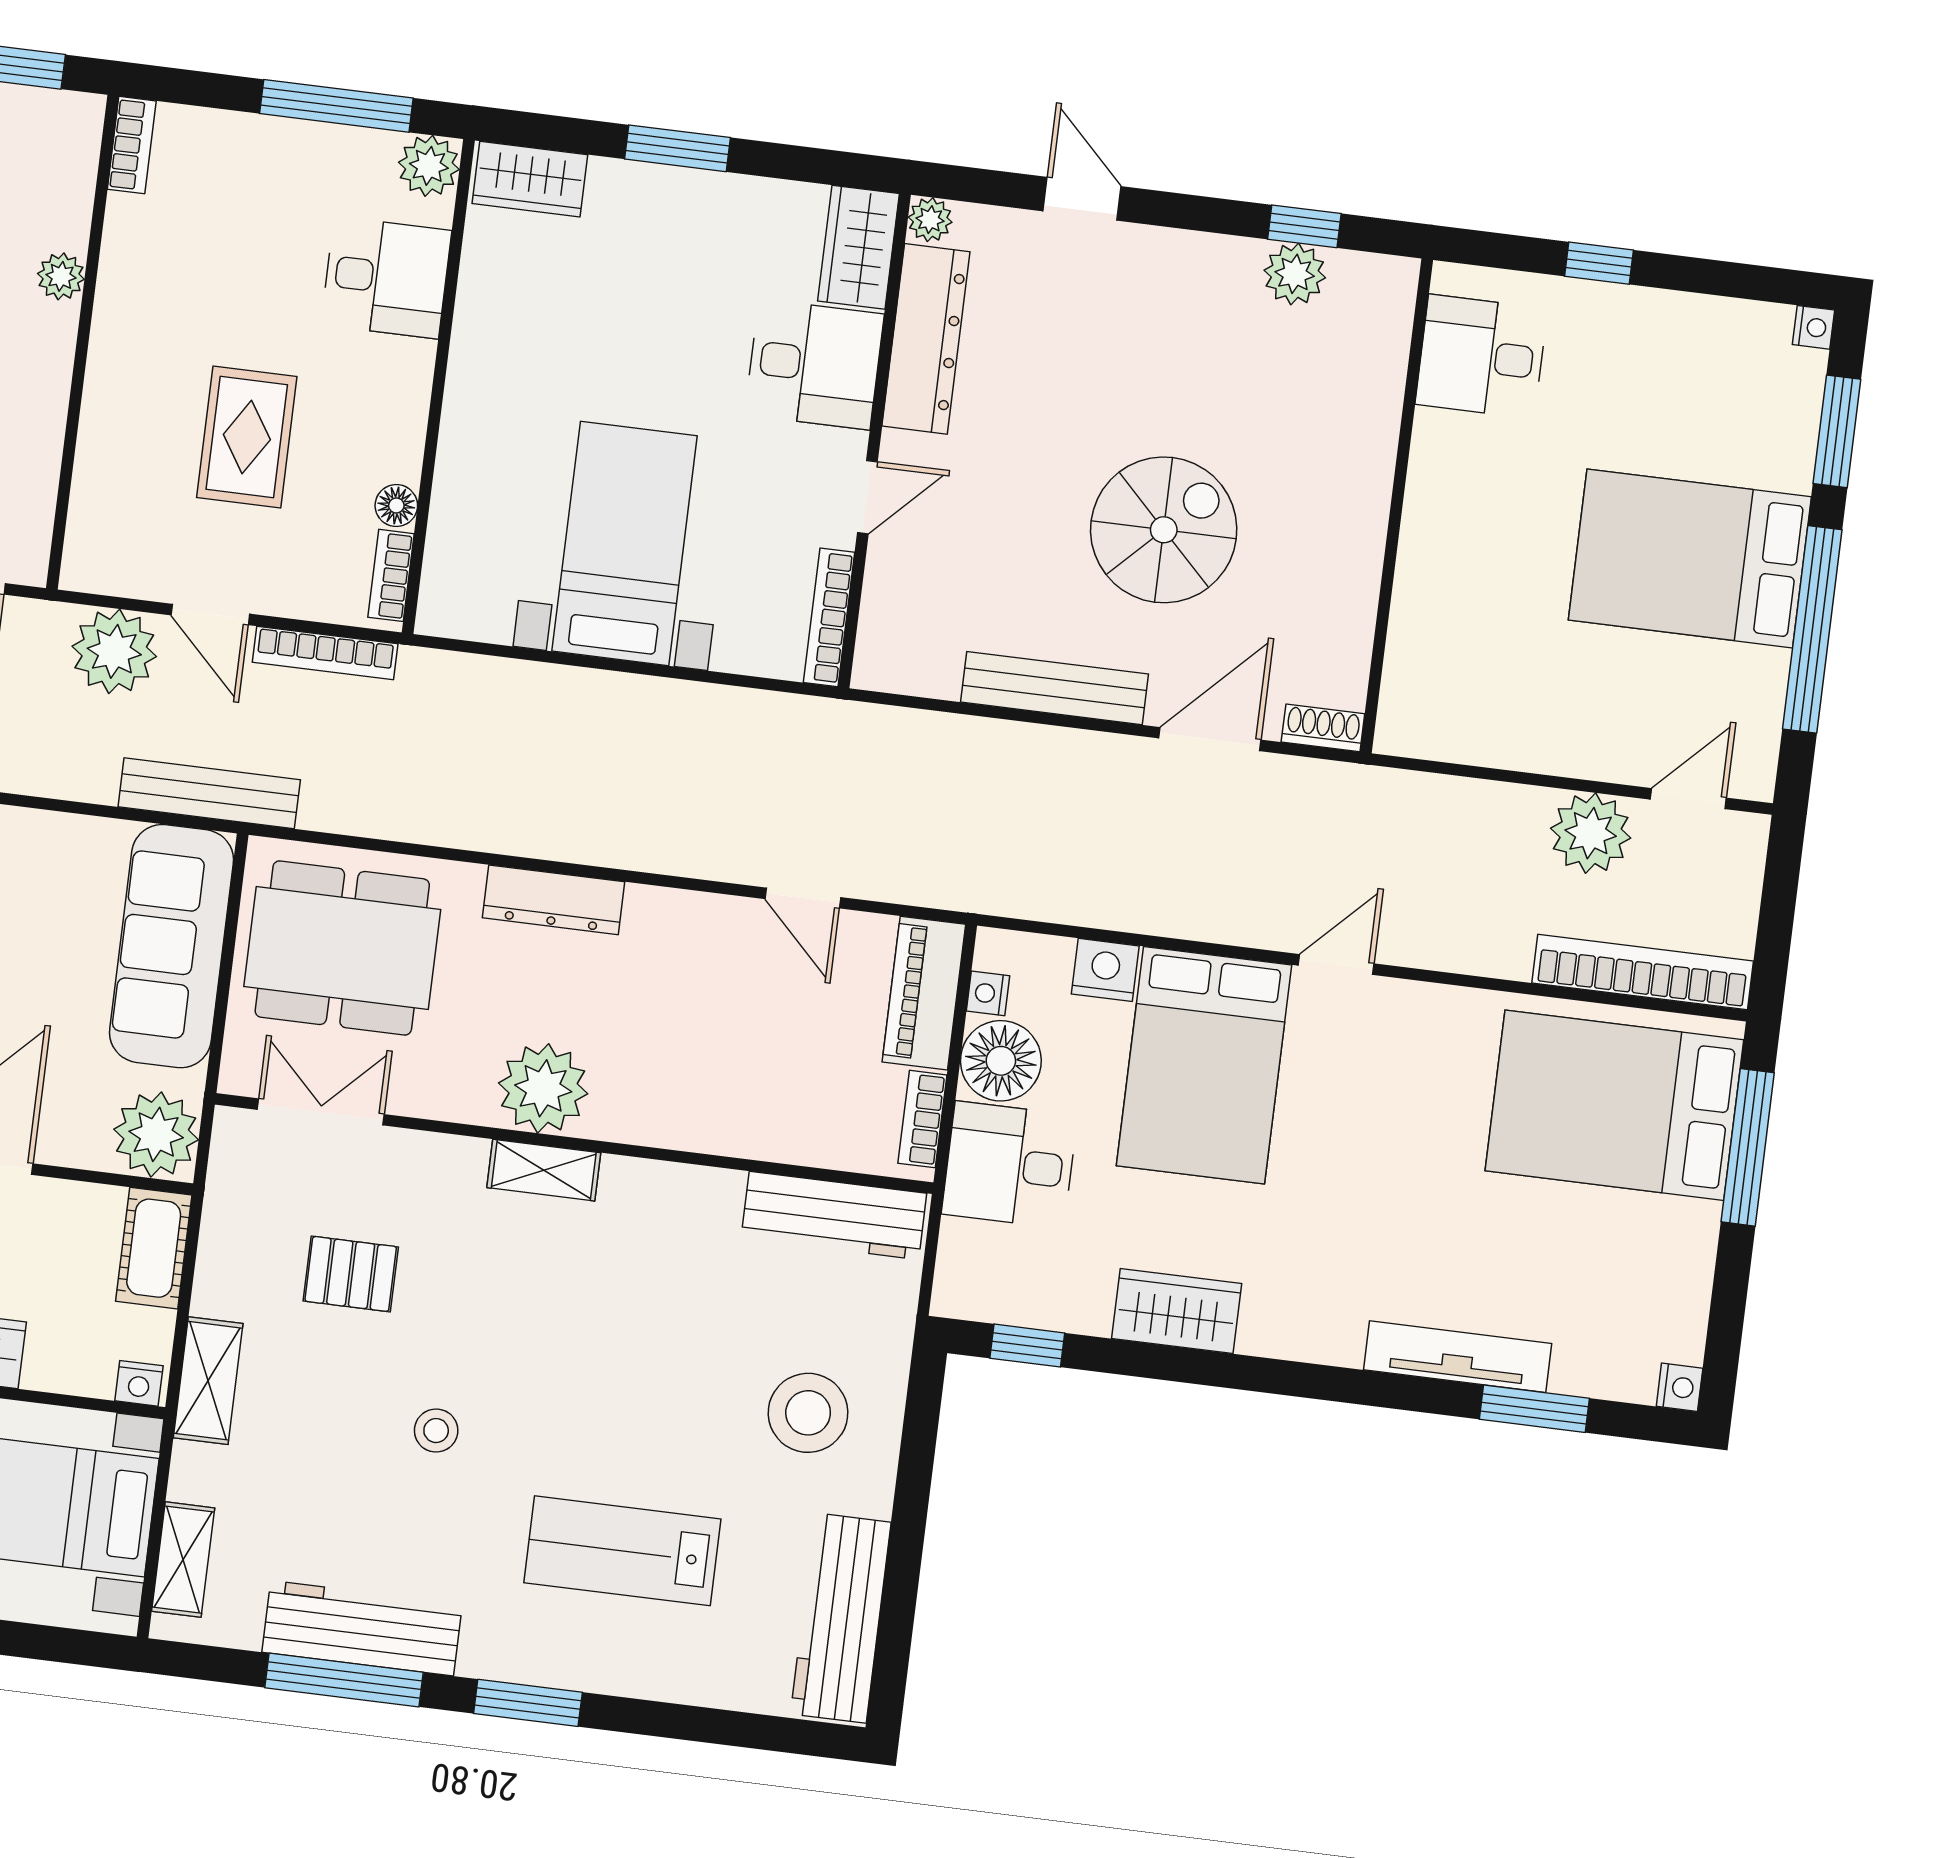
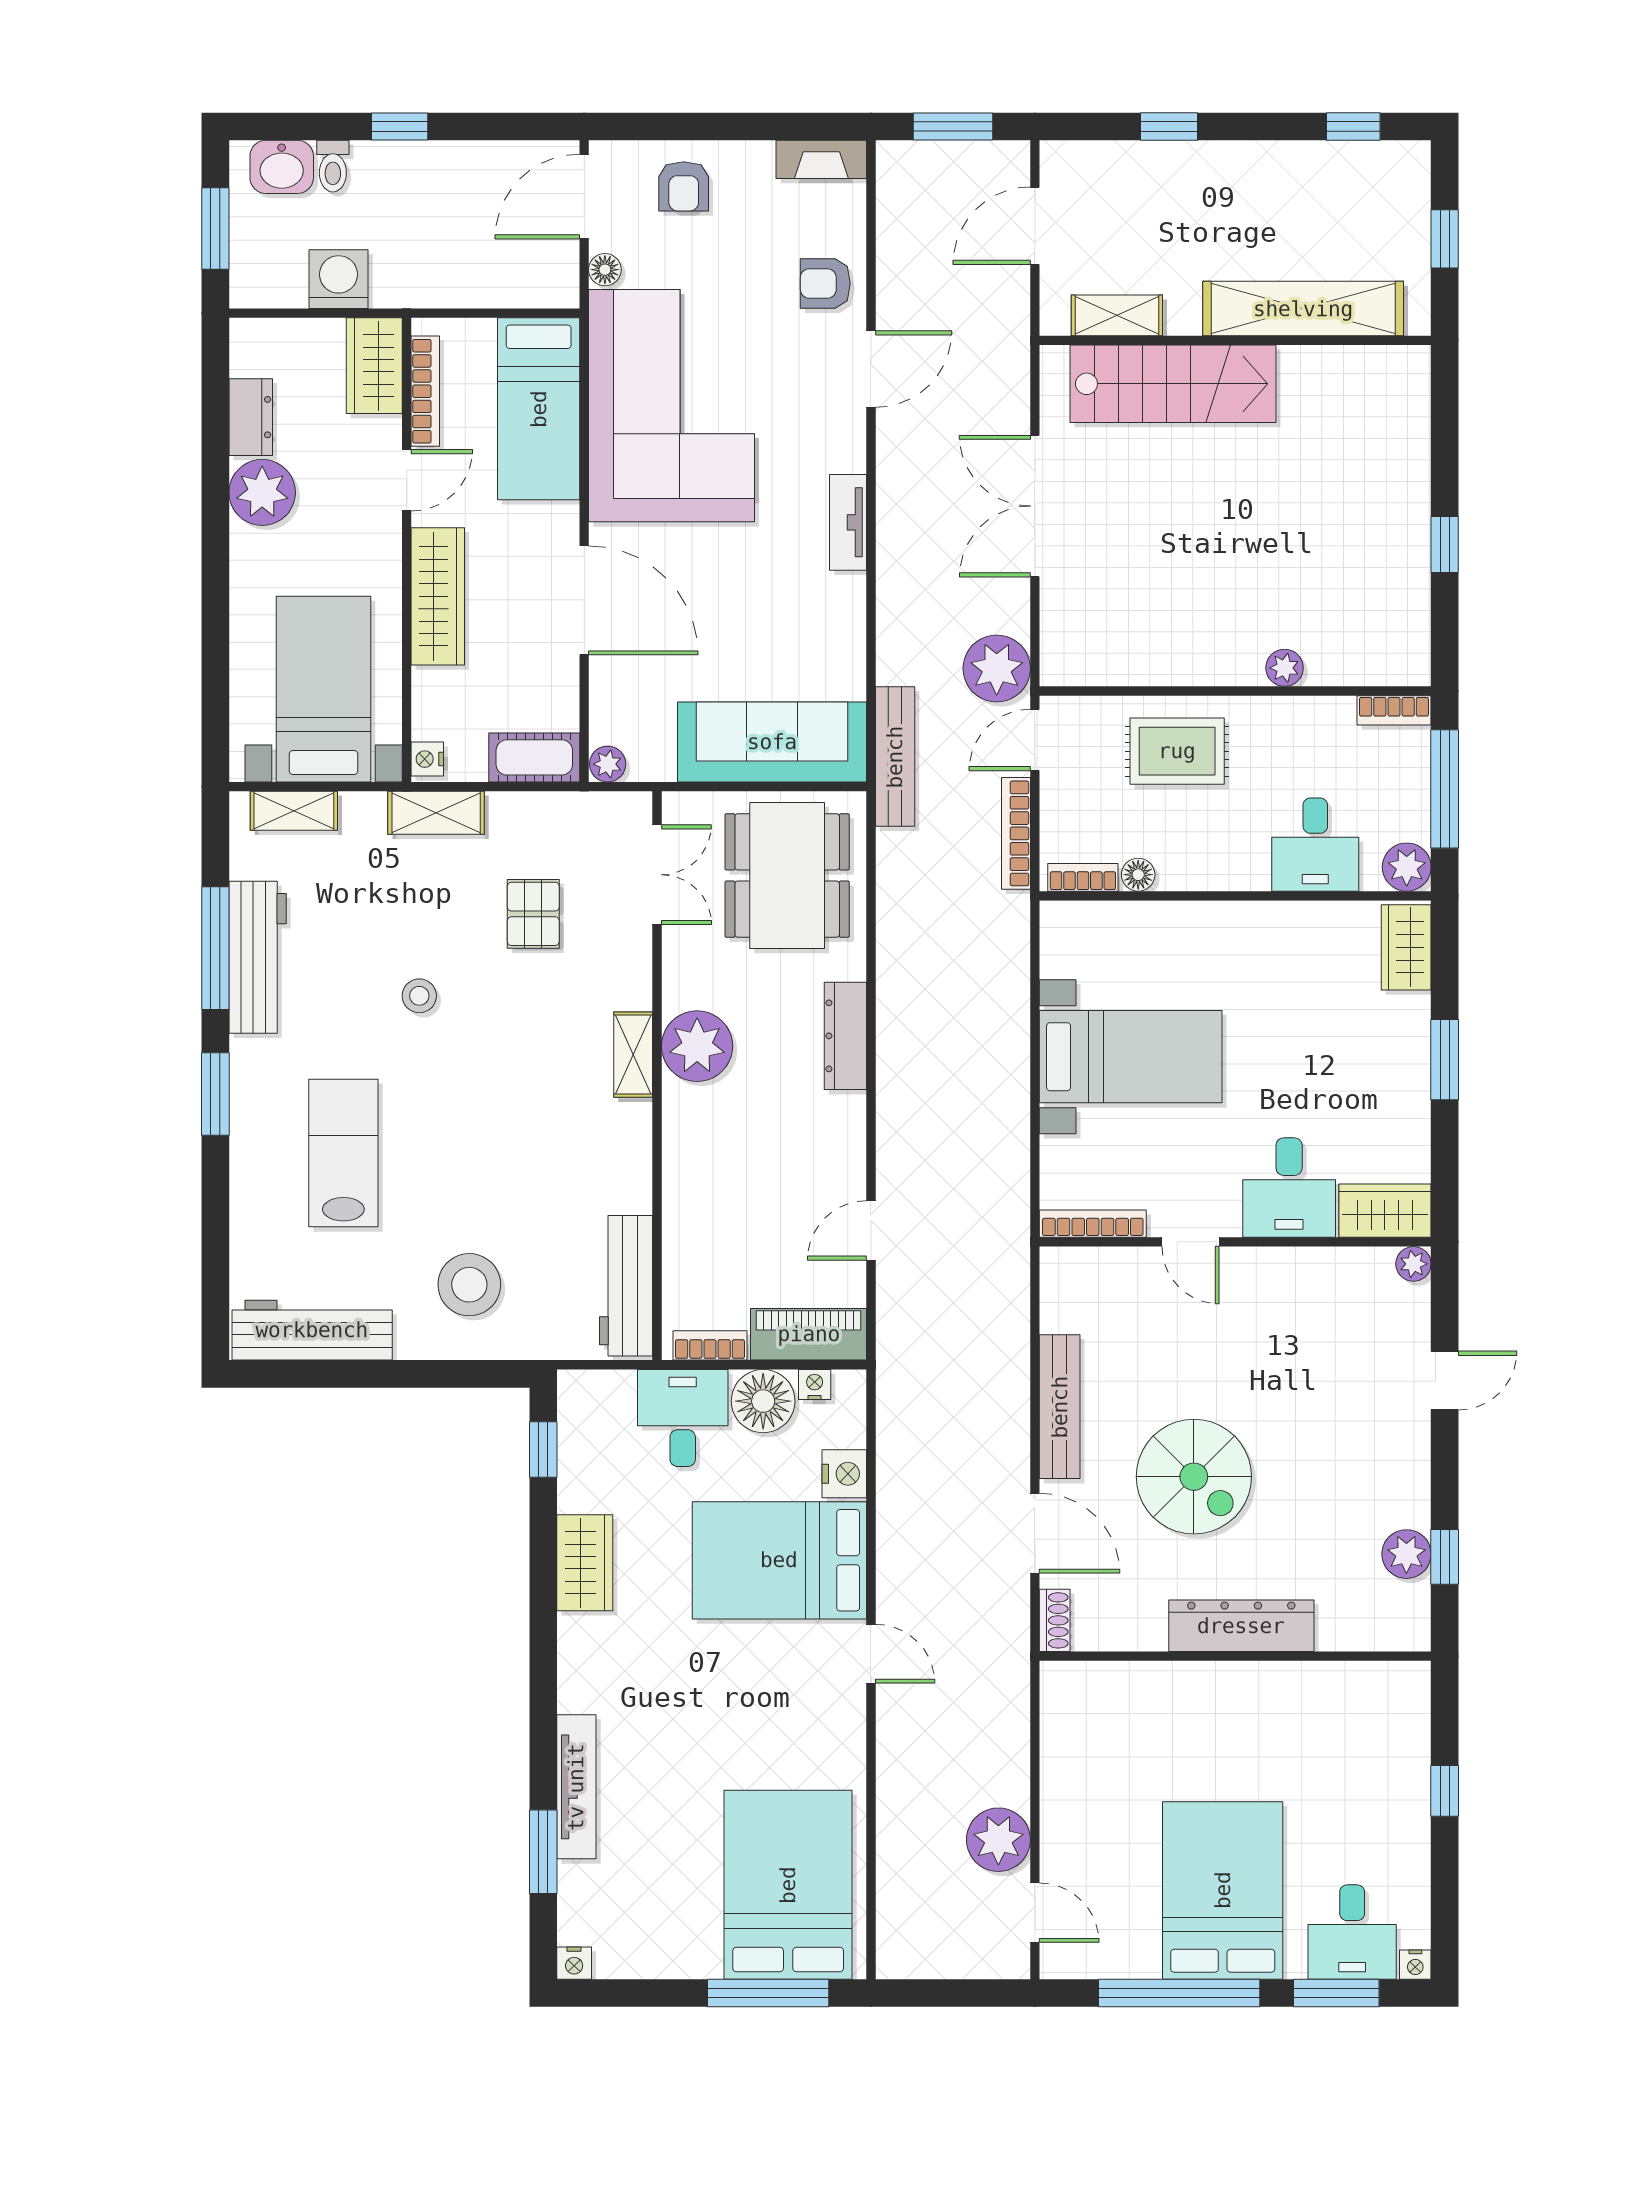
bookcase: (132, 145) -> (1394, 710), moved
plant: (61, 276) -> (1285, 668), moved
dresser: (926, 339) -> (1241, 1626), moved, turned 180
wall: (82, 342) -> (1235, 691), moved
desk: (1481, 357) -> (1352, 1932), moved, turned 180
bookcase: (1643, 972) -> (895, 1894), removed
plant: (156, 1134) -> (608, 764), width x0.53, depth x0.53

